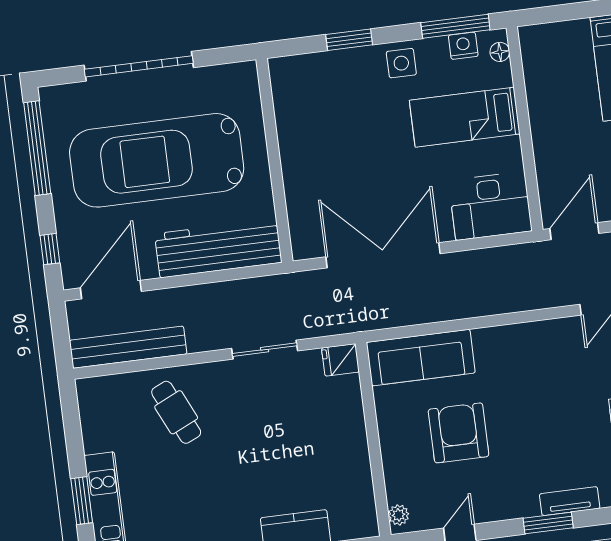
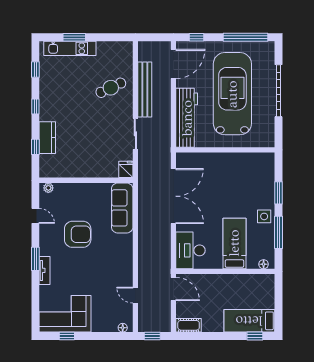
window: (455, 26) -> (278, 232), moved
nightstand: (463, 46) -> (269, 247), removed
door: (111, 290) -> (173, 64), hinge flipped
bench: (128, 347) -> (145, 90), moved
armchair: (459, 433) -> (78, 234), moved

